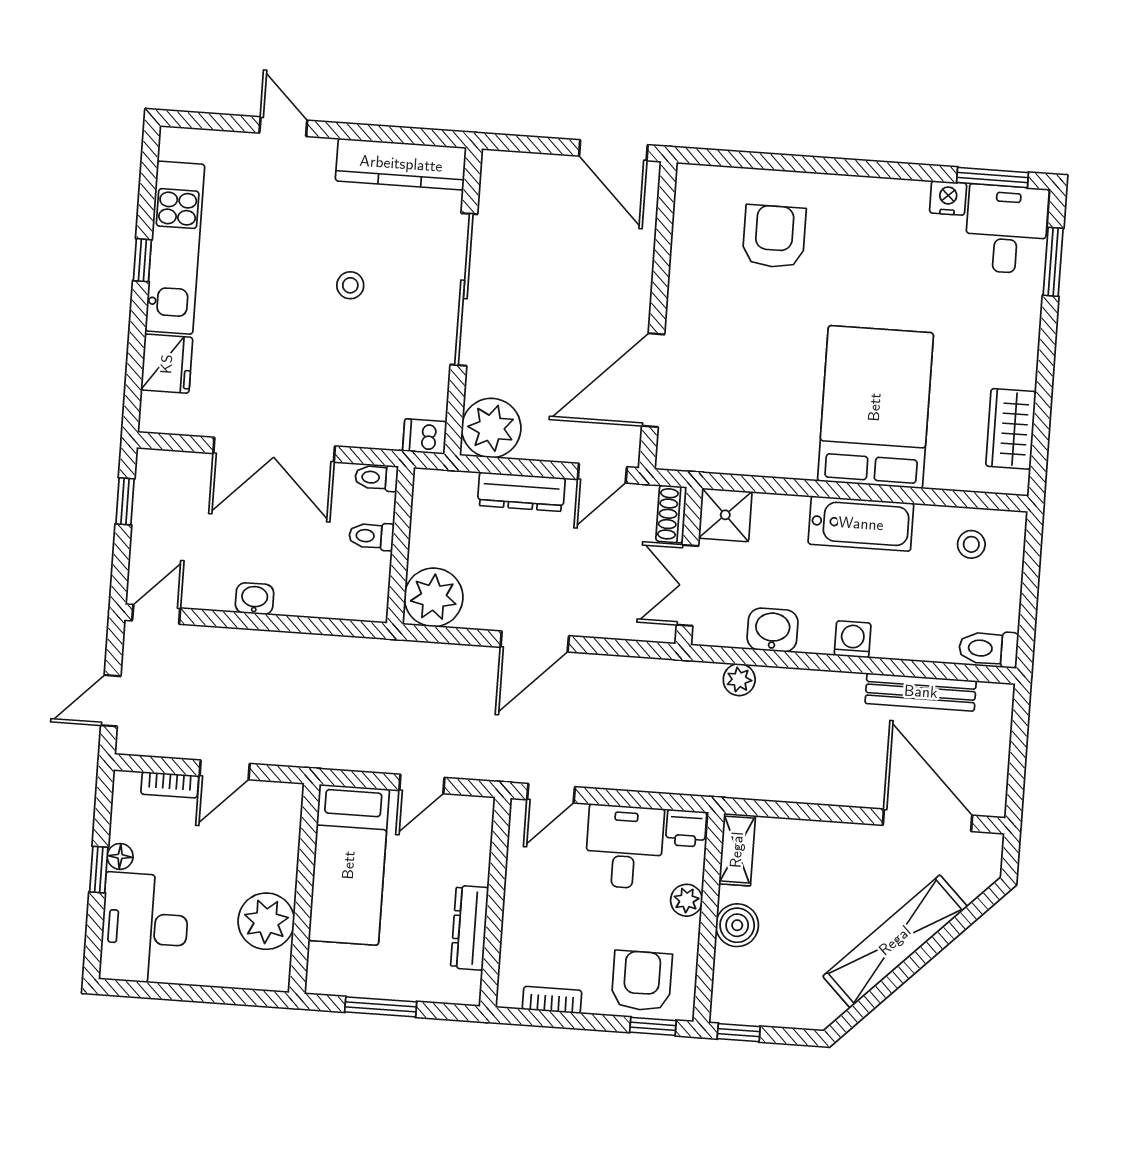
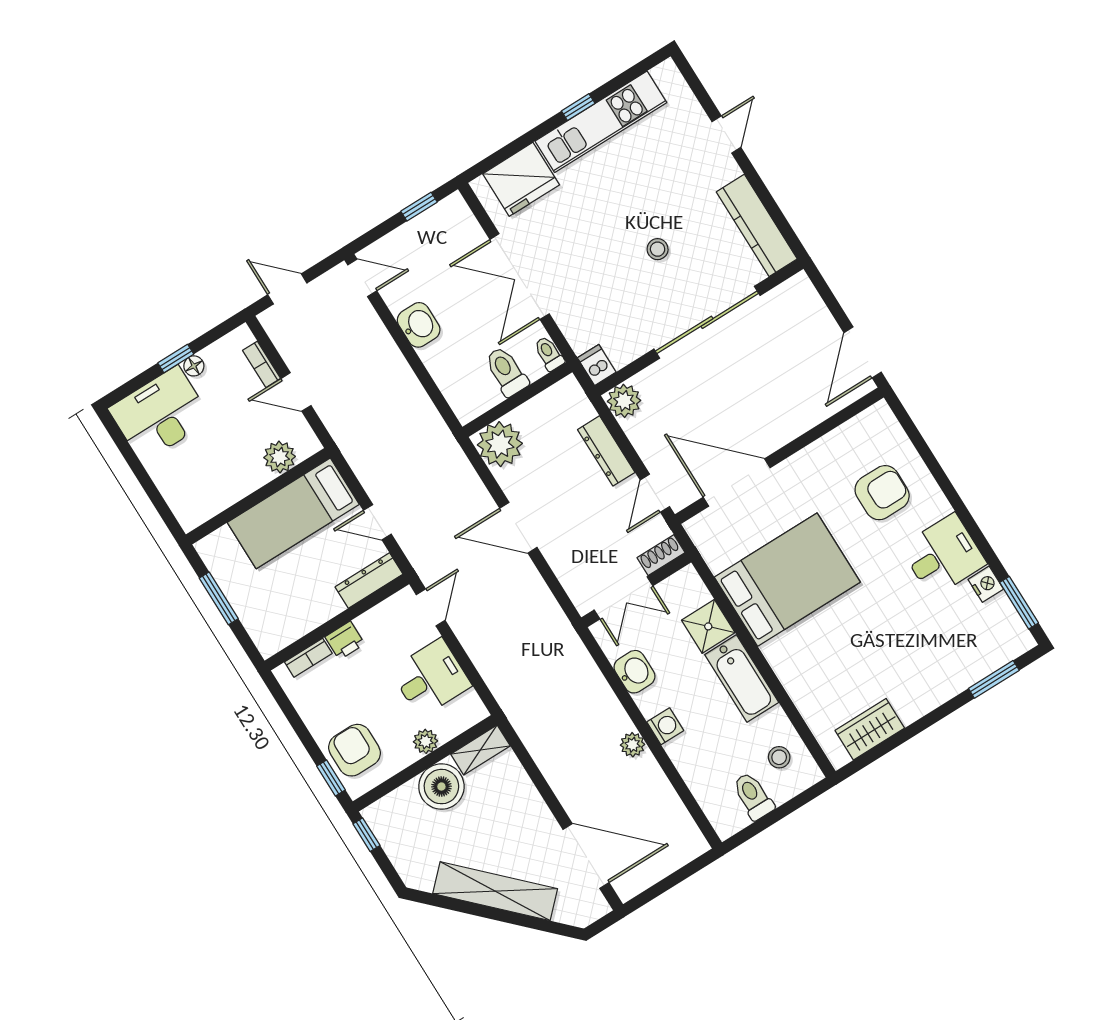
desk: (1006, 229) -> (943, 555), moved
fridge: (167, 364) -> (521, 179), width x1.36, depth x1.34
bed: (875, 407) -> (787, 580), moved
plant: (491, 428) -> (624, 401), width x0.73, depth x0.73
door: (602, 473) -> (655, 493), hinge flipped
shower: (725, 515) -> (708, 626), moved
toilet: (371, 536) -> (506, 371), width x1.37, depth x1.39
double door: (687, 585) -> (624, 598), swing flipped
washbasin: (255, 599) -> (419, 325), width x1.38, depth x1.45
toilet: (988, 649) -> (753, 796), moved
plant: (739, 680) -> (633, 745), moved
bench: (921, 692) -> (663, 793), removed
door: (551, 793) -> (431, 607), swing flipped
door: (928, 820) -> (586, 856), hinge flipped
printer: (686, 828) -> (345, 640), moved, turned -90
plant: (266, 921) -> (280, 457), moved, width x0.73, depth x0.73
boiler: (737, 925) -> (441, 787), width x1.37, depth x1.37
dresser: (470, 928) -> (369, 580), moved
armchair: (642, 981) -> (354, 750), turned -90
bookcase: (552, 1000) -> (308, 658), moved, turned 90

